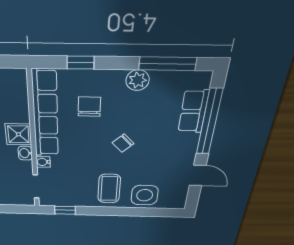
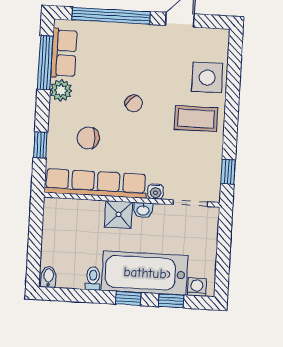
row of seats: (193, 111) -> (64, 53), moved, turned -90

